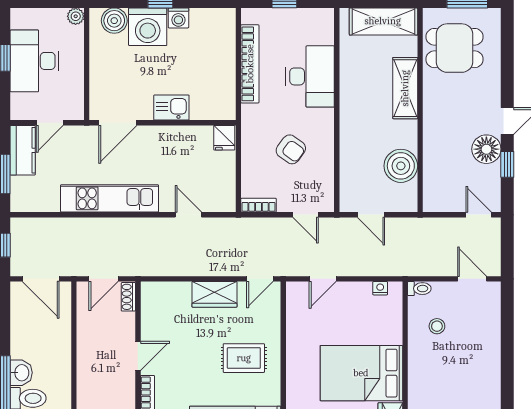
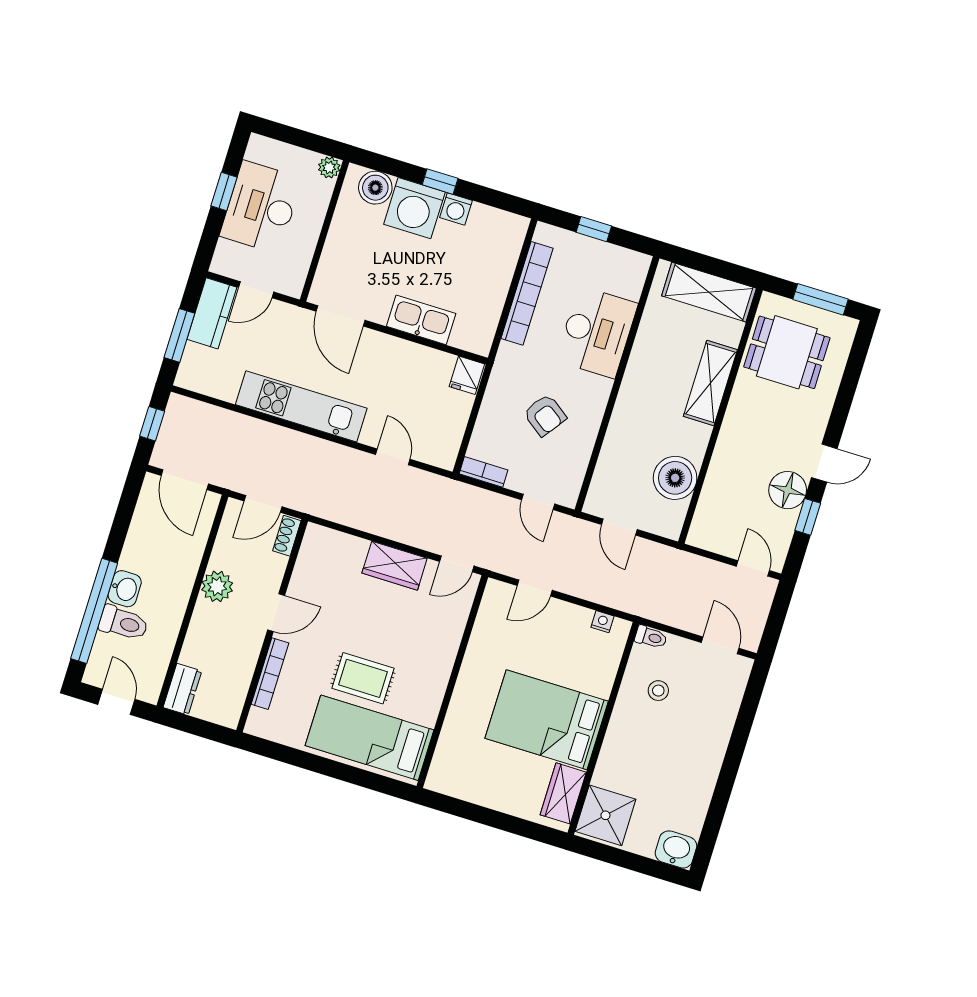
kitchen sink: (171, 108) -> (421, 320), width x1.38
door: (118, 123) -> (341, 316), hinge flipped
plant: (89, 350) -> (217, 586), added
rug: (244, 358) -> (363, 678), moved

